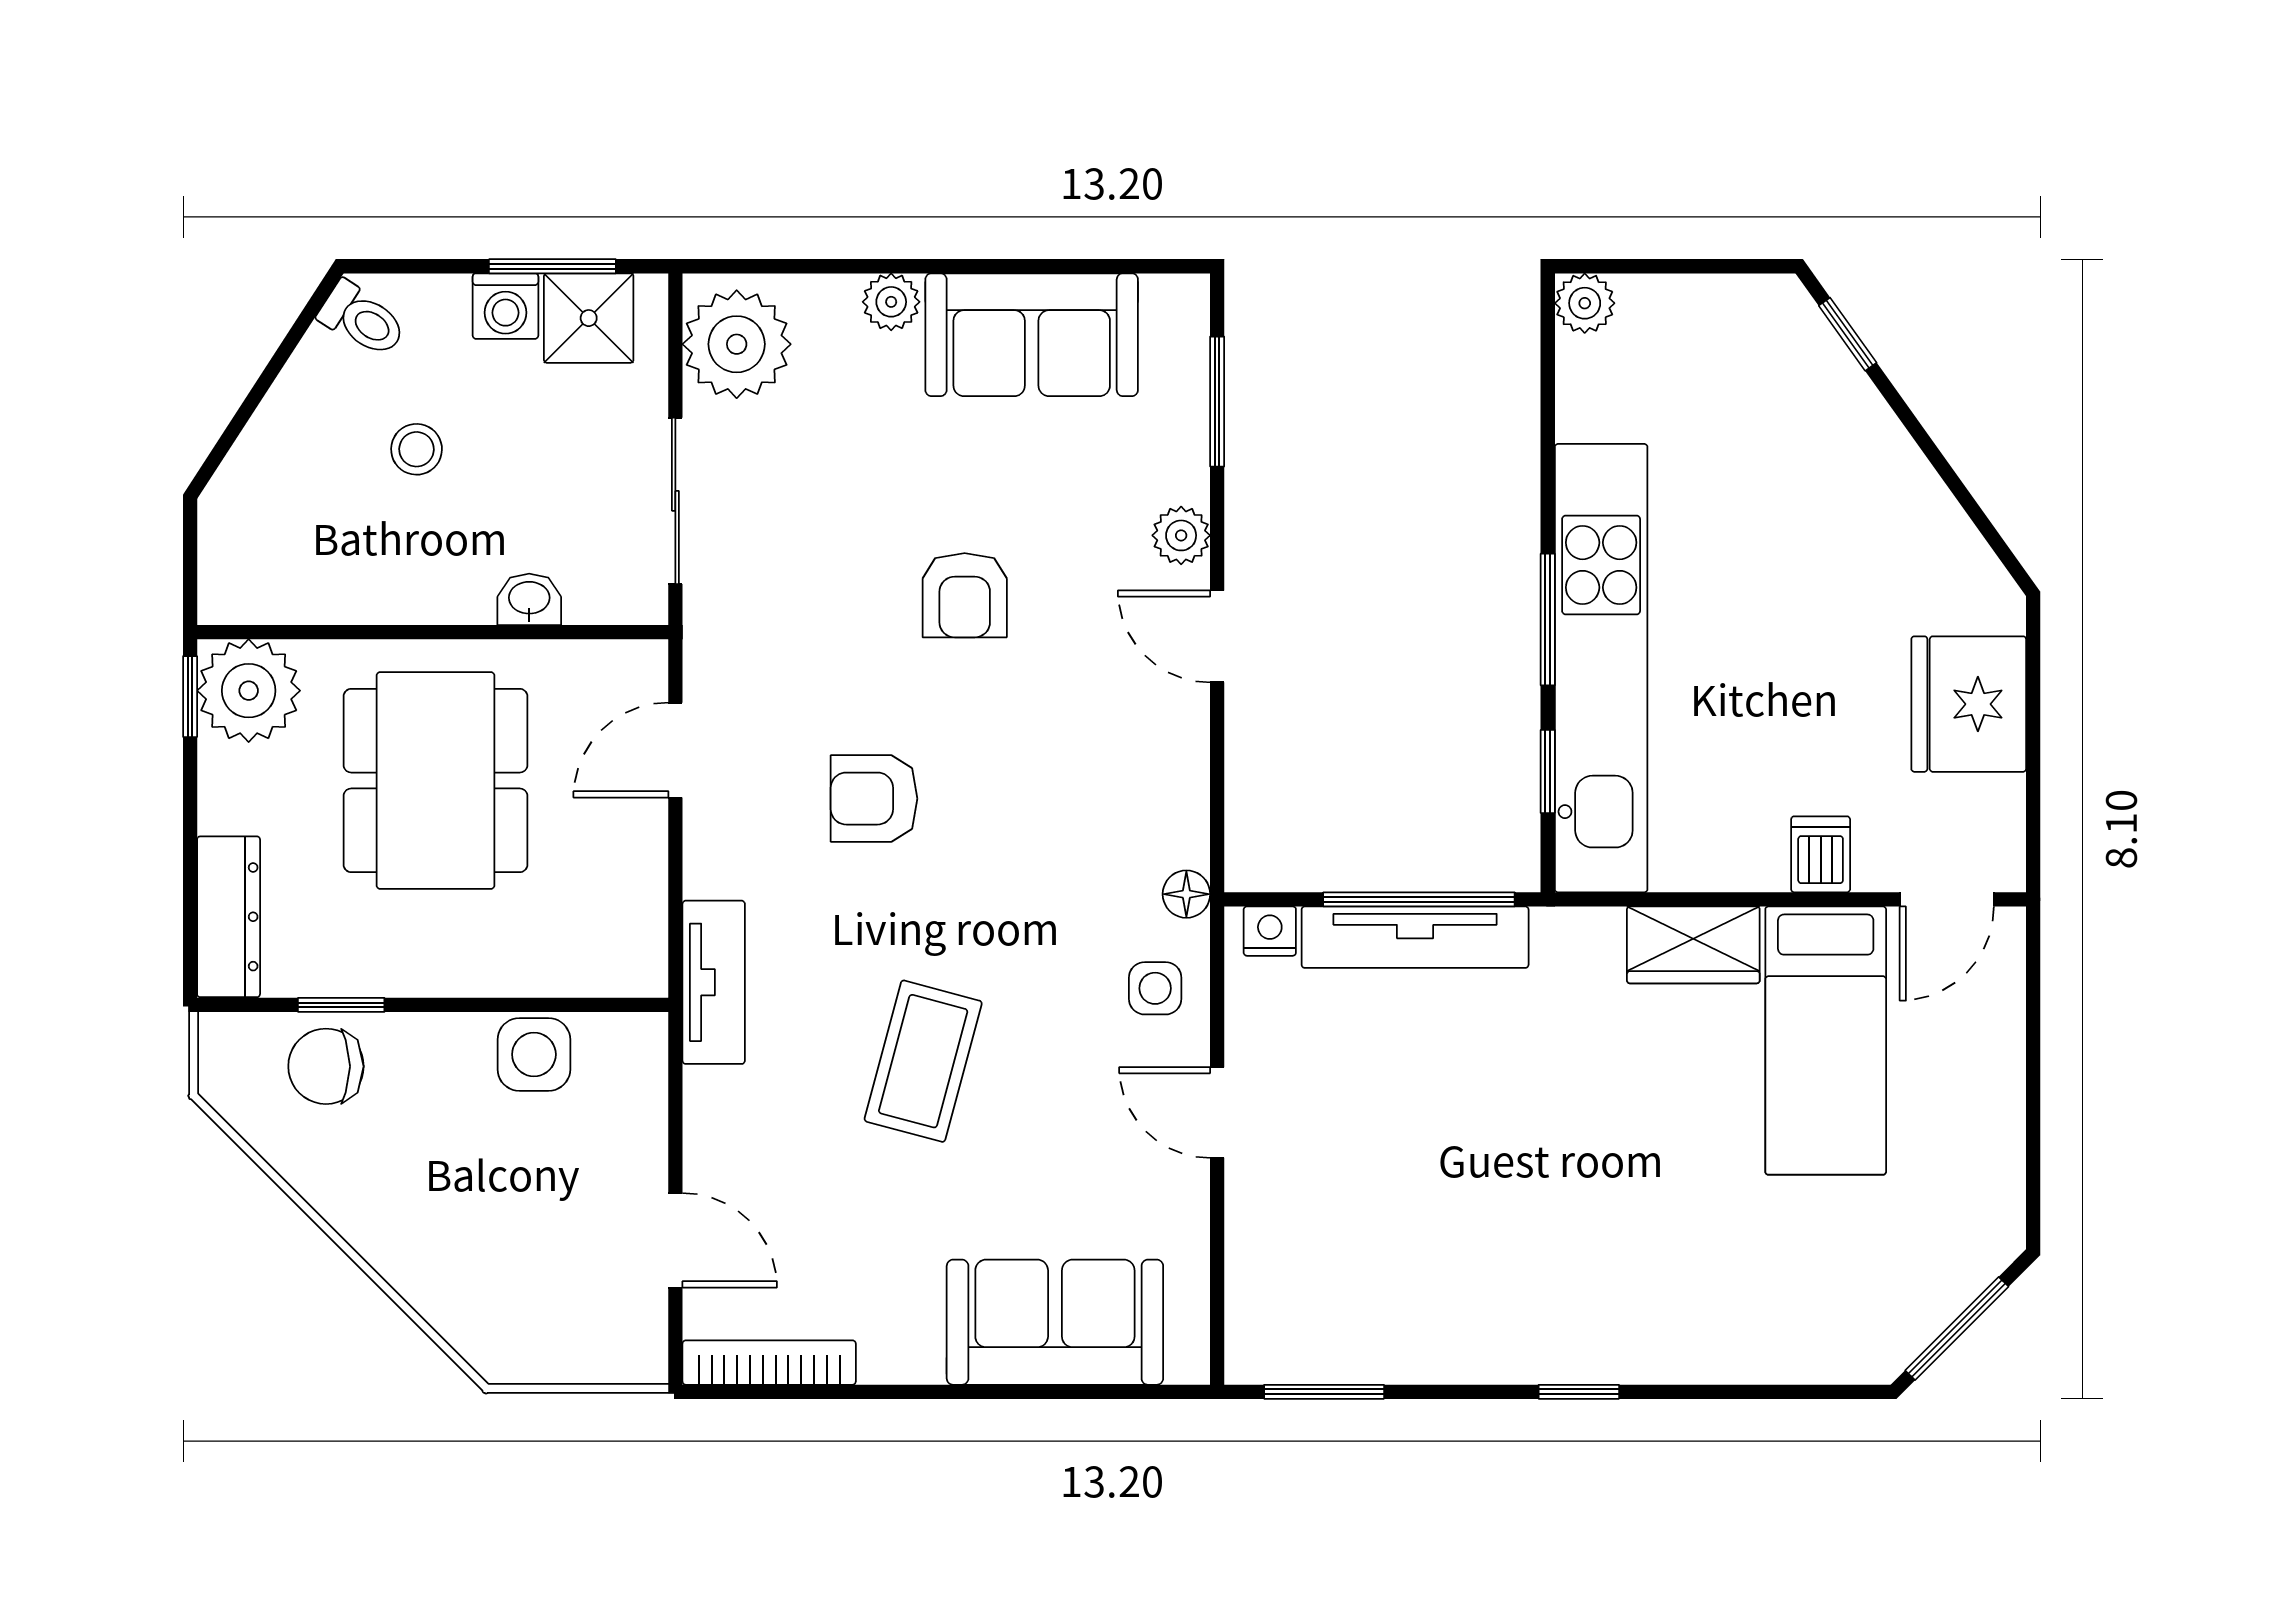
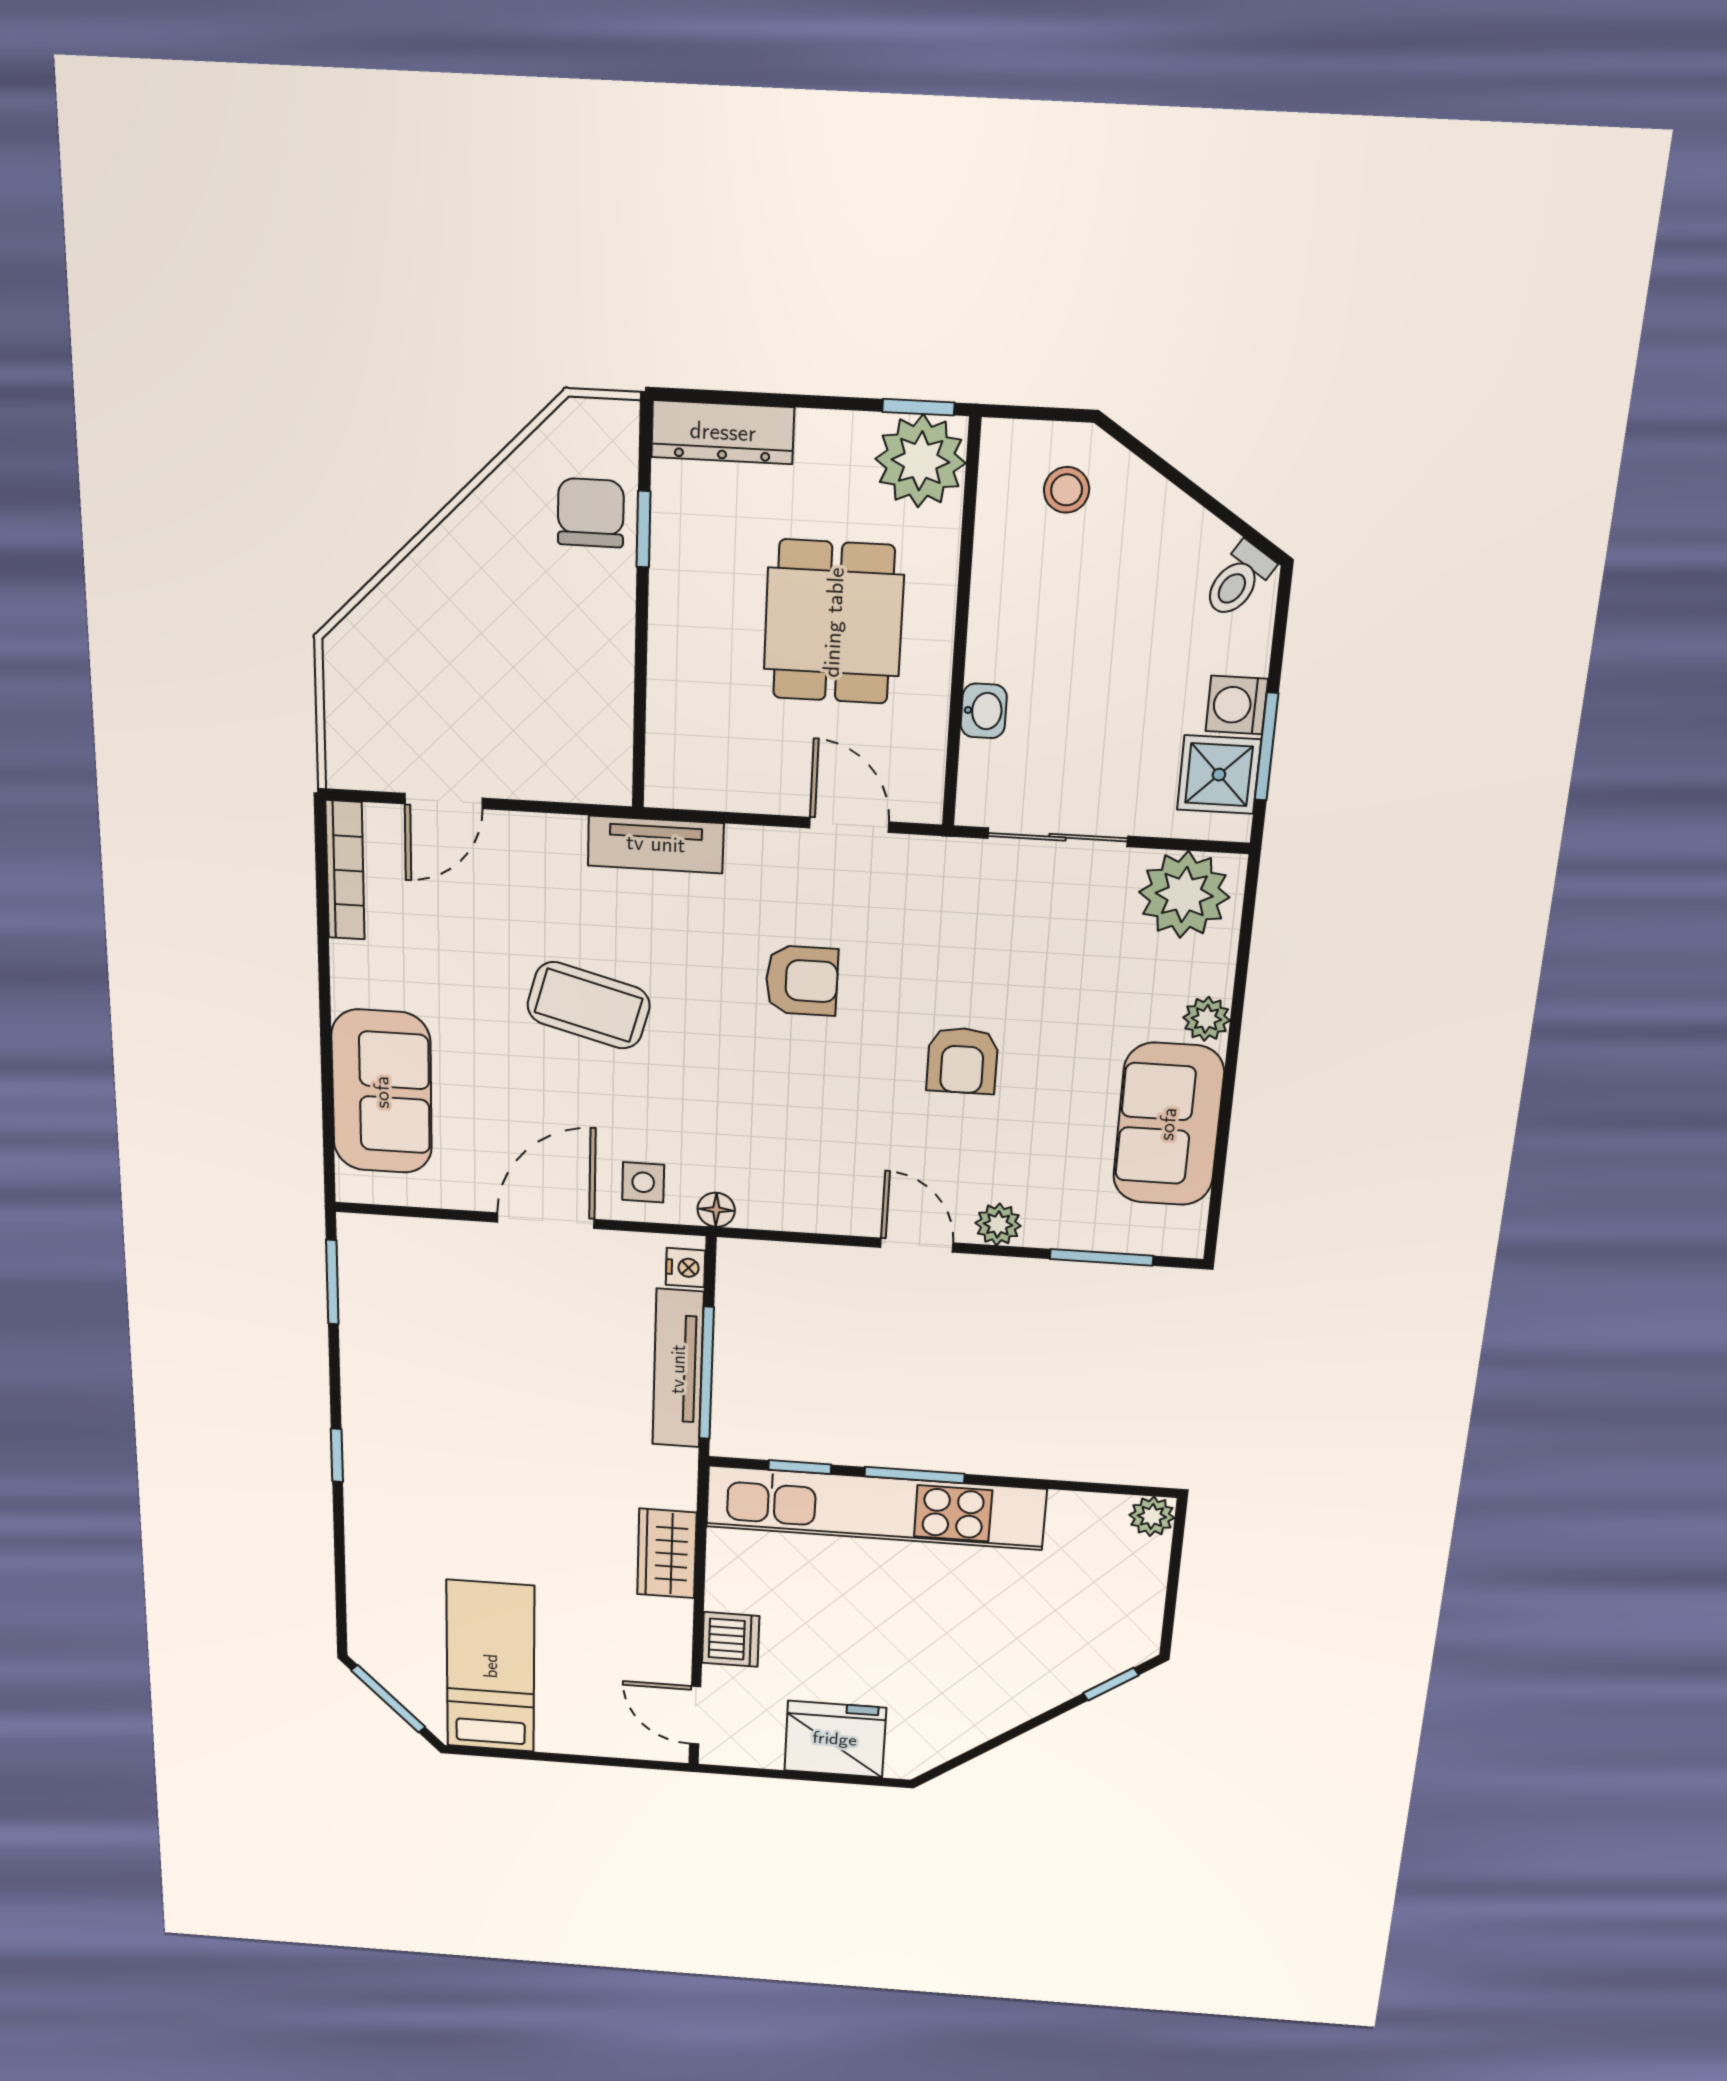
stool: (417, 449) -> (1067, 490), moved
armchair: (965, 595) -> (962, 1061), turned -90
door: (1217, 636) -> (917, 1245), hinge flipped
dining table: (435, 780) -> (834, 622), width x0.73
armchair: (874, 799) -> (802, 981), turned 90
dishwasher: (1821, 854) -> (731, 1639), width x1.38
bed: (1826, 1041) -> (491, 1666), moved, turned 90
side table: (534, 1054) -> (598, 693), removed
door: (1217, 1112) -> (546, 1221), width x1.38

